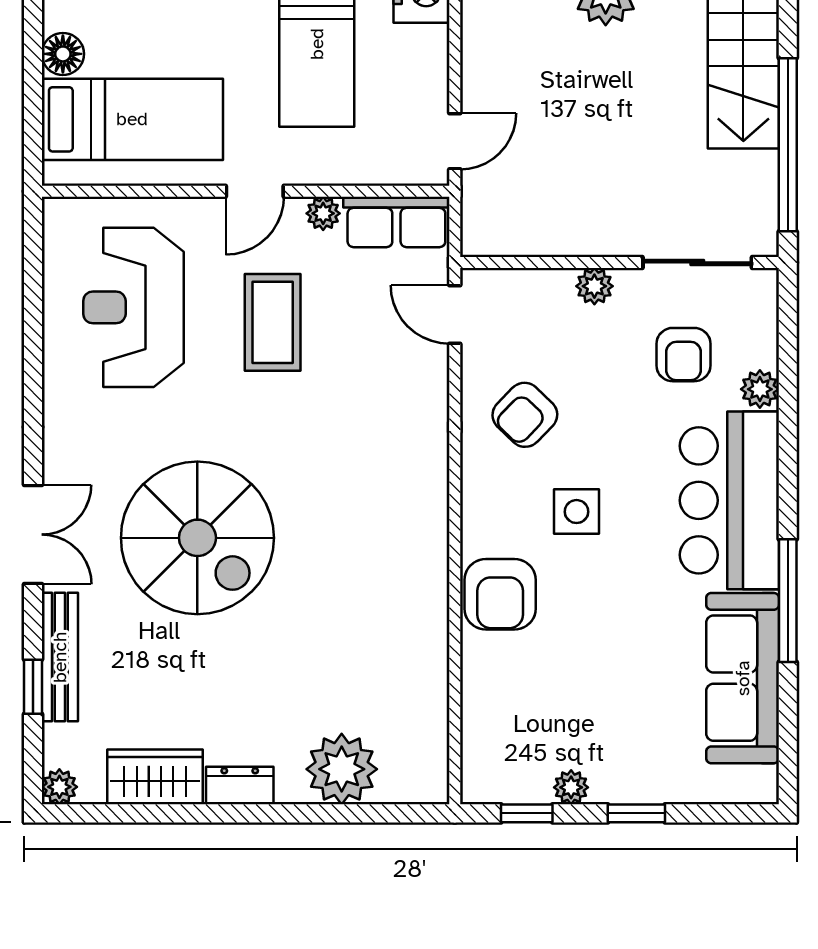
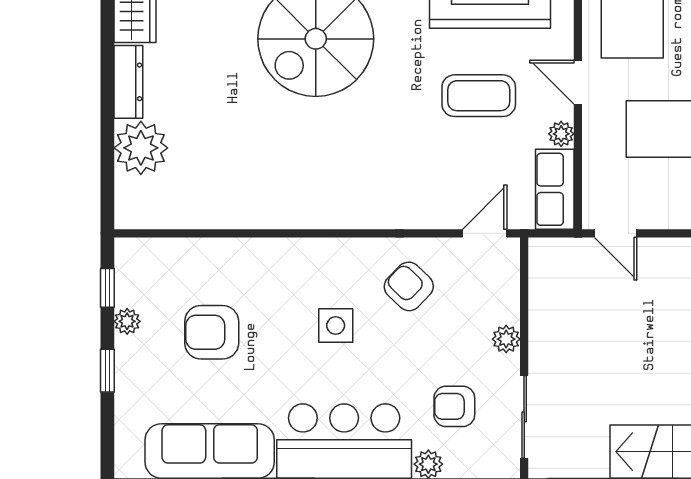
armchair: (500, 594) -> (212, 332), moved
dresser: (240, 786) -> (128, 82), width x1.44

